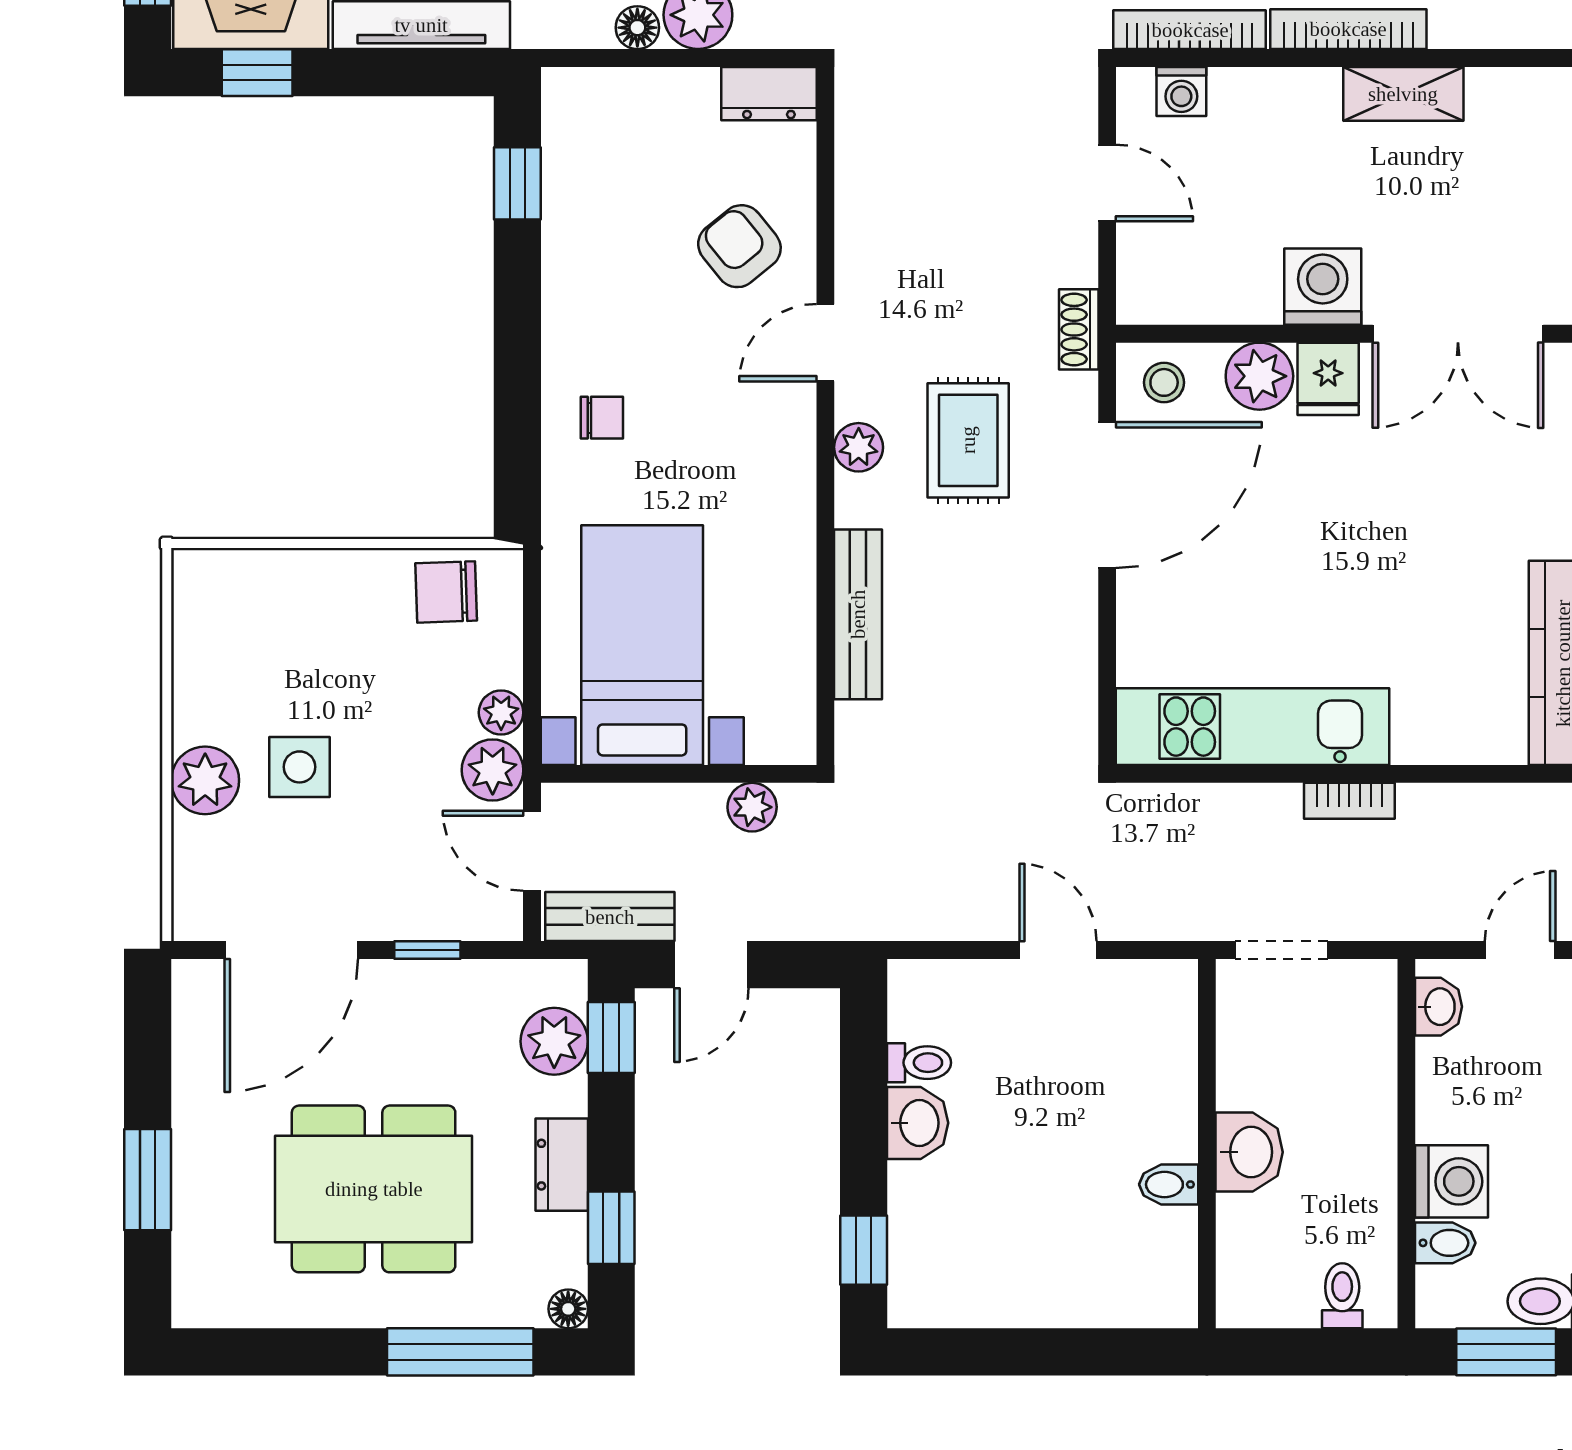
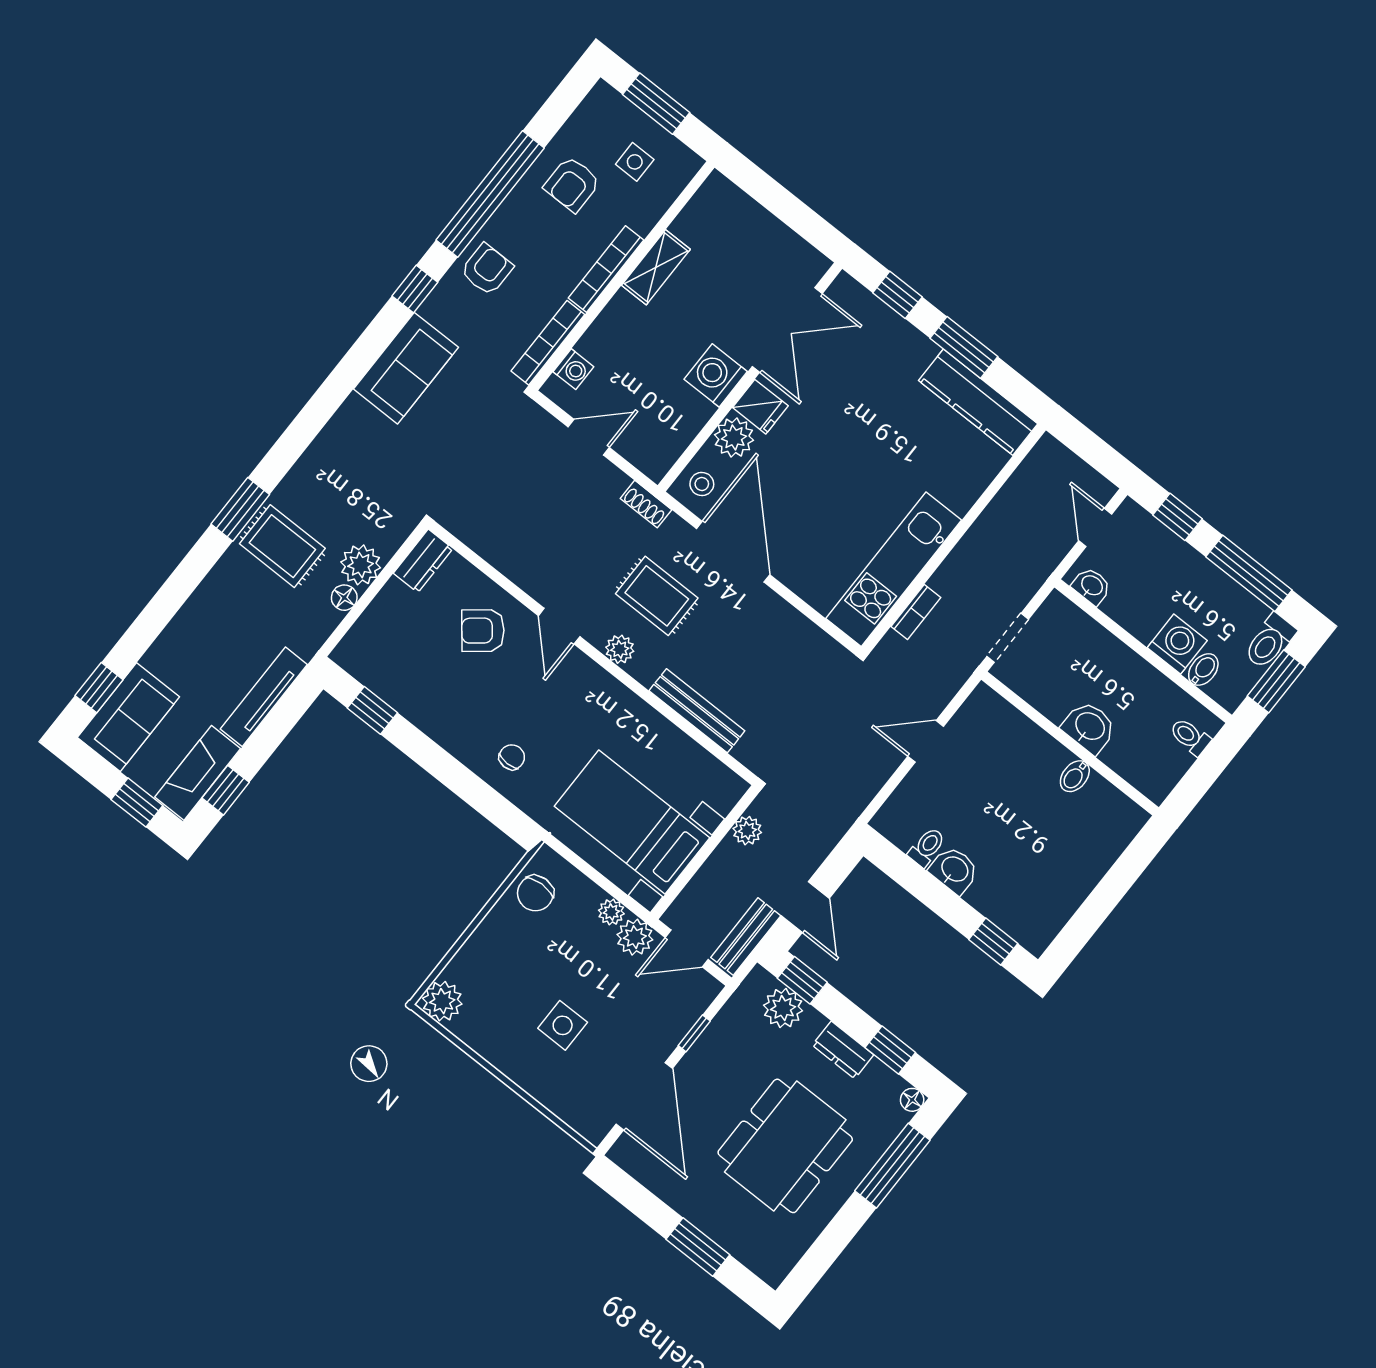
plant: (205, 780) -> (442, 1001), moved
bookcase: (1349, 801) -> (916, 612), moved

